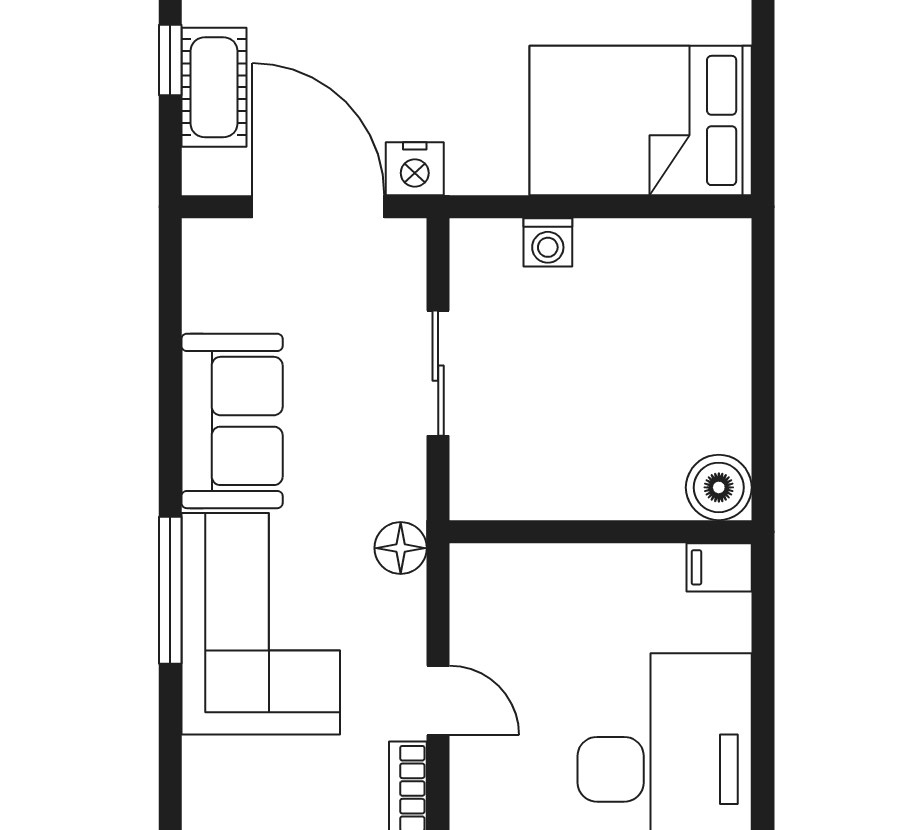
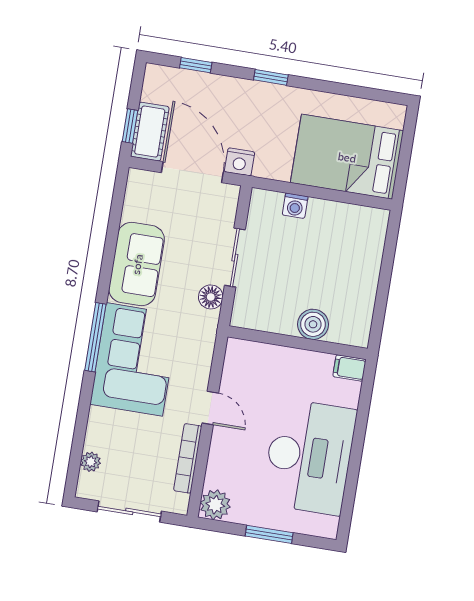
window: (170, 60) -> (130, 126), moved
cot: (214, 87) -> (150, 132), moved
boiler: (719, 487) -> (313, 324), moved
floor lamp: (401, 548) -> (211, 297), moved

